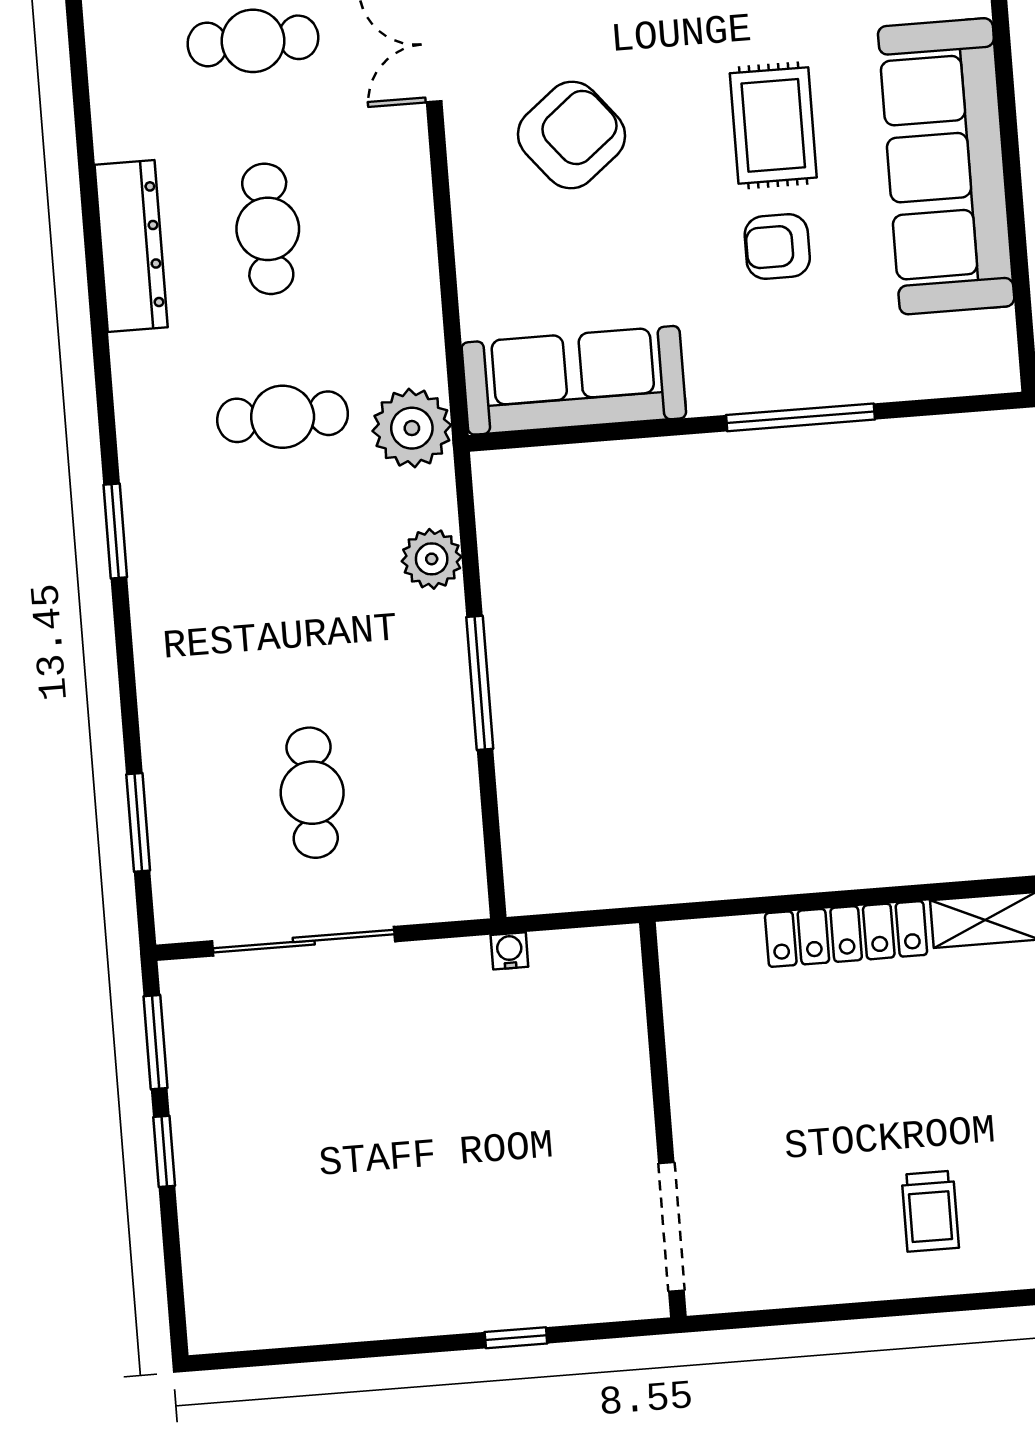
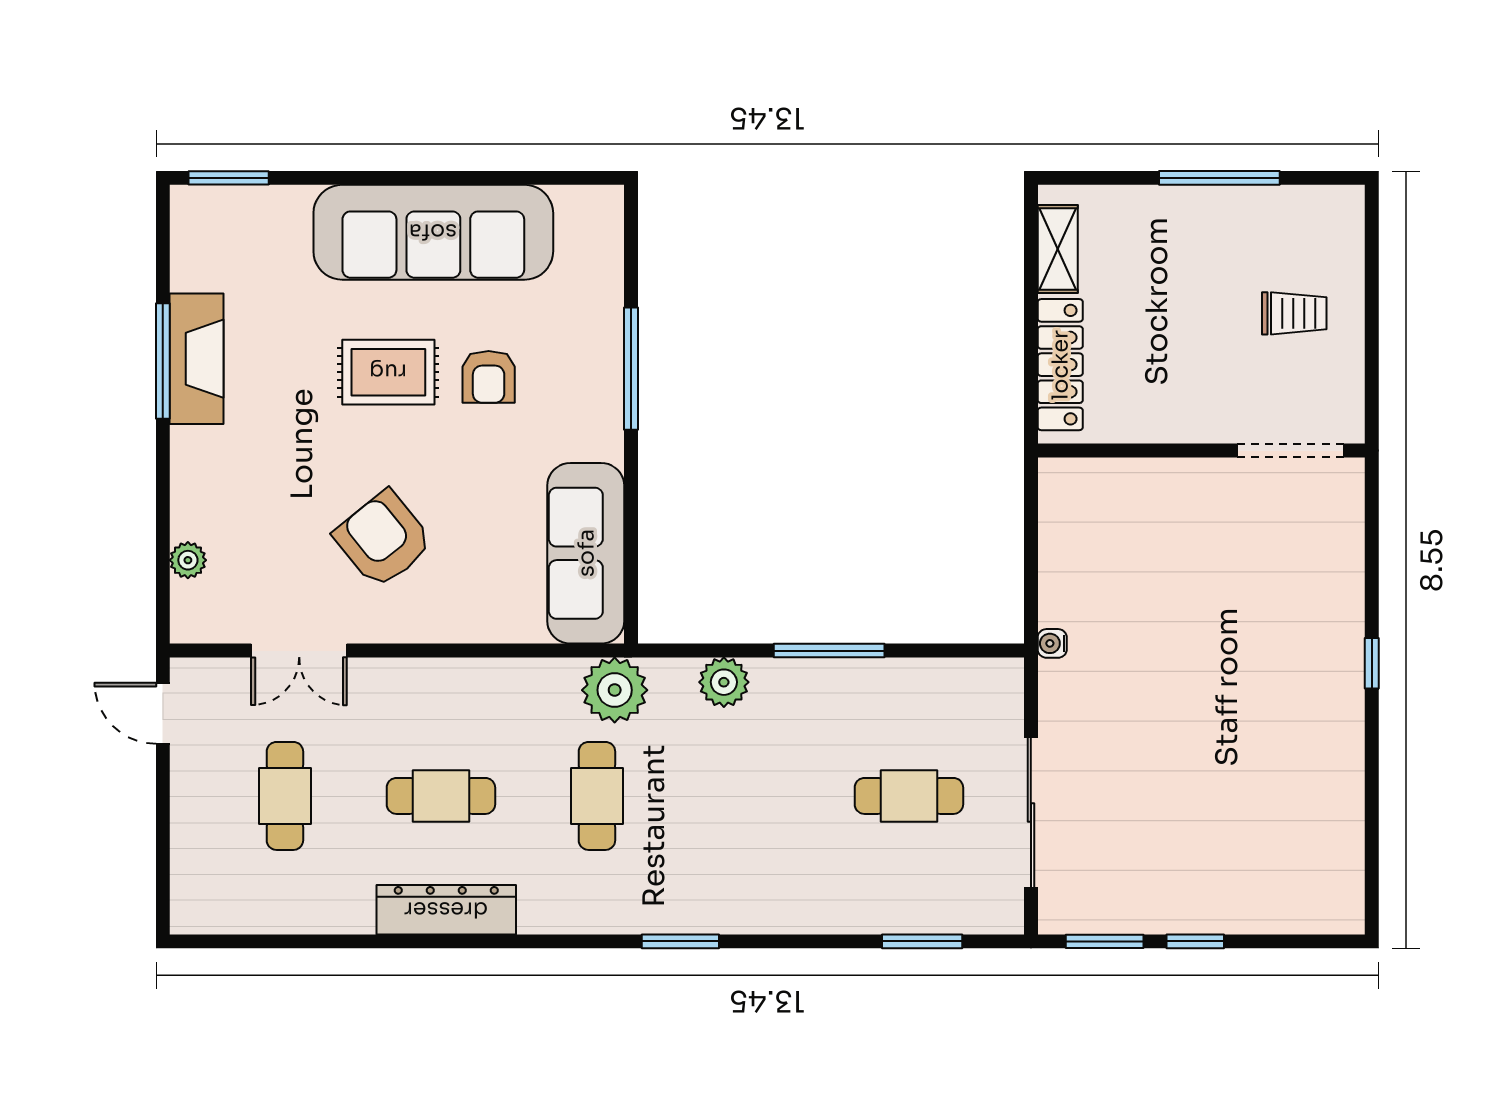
wall: (663, 1120) -> (1201, 451), moved
doorway: (671, 1227) -> (1290, 451), moved

